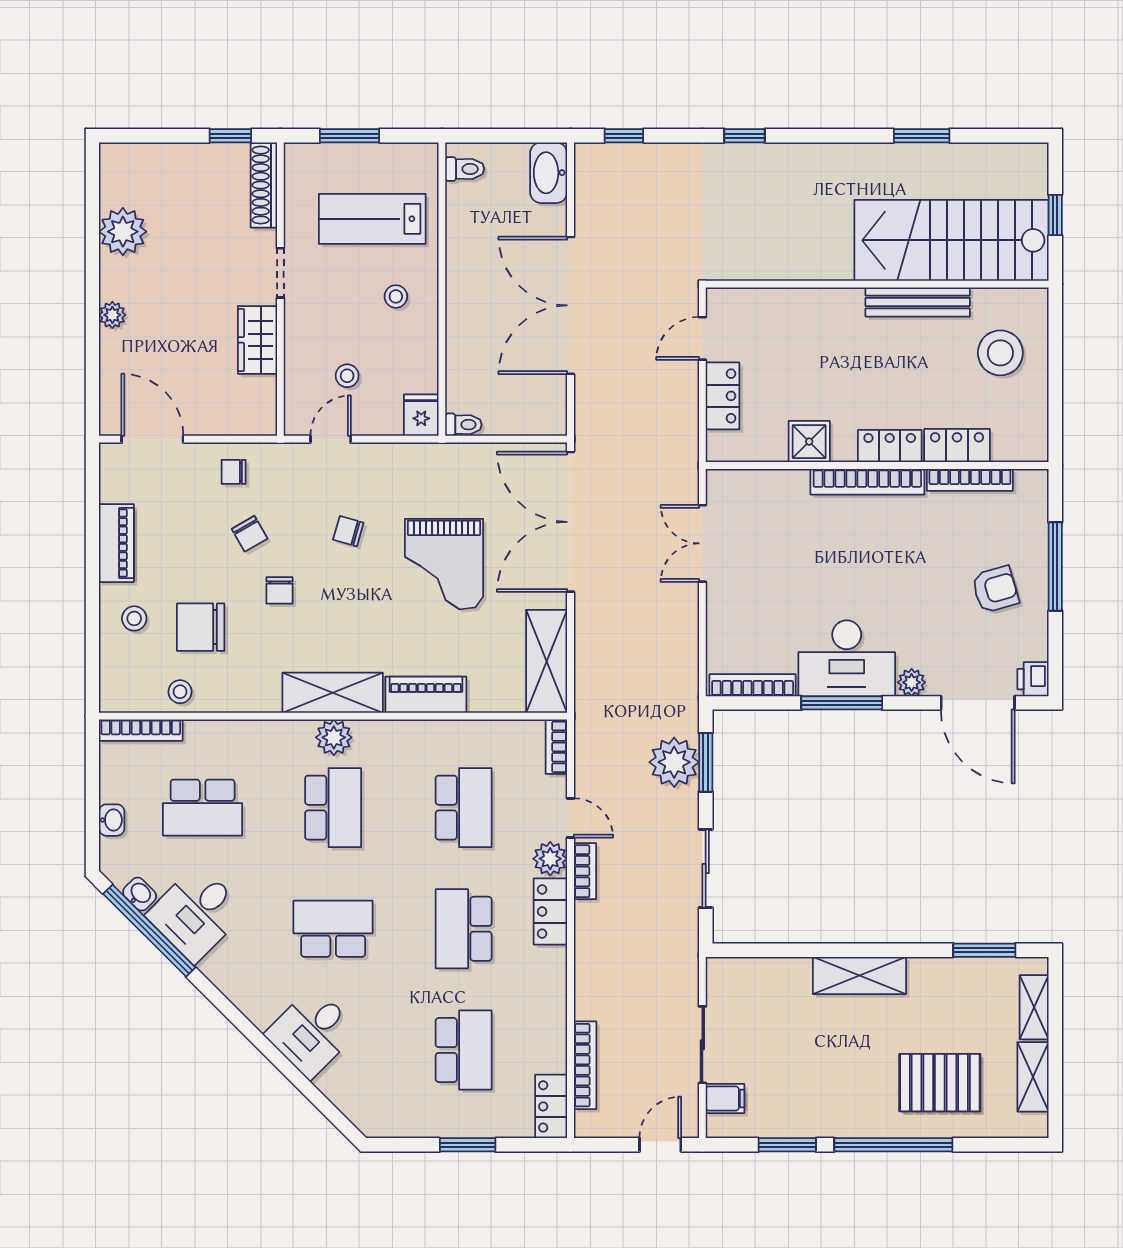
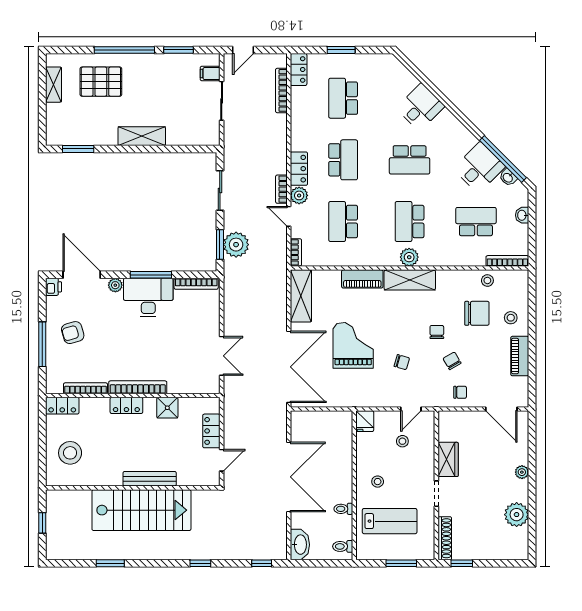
stairs: (952, 240) -> (141, 510), moved
bench: (918, 302) -> (150, 479), moved
toilet: (463, 425) -> (343, 509), moved
locker: (957, 446) -> (62, 406), moved
shelving: (1034, 1007) -> (53, 120), removed

